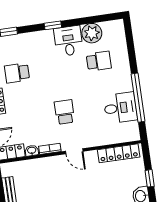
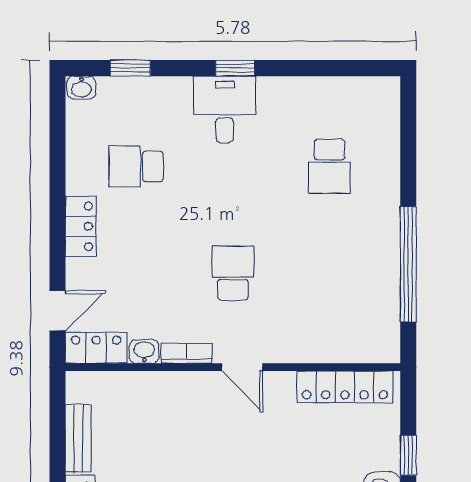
plant: (92, 33) -> (323, 99), removed
desk: (69, 41) -> (225, 109), moved
school desk: (99, 61) -> (330, 166), turned 90
desk: (120, 108) -> (364, 282), removed

